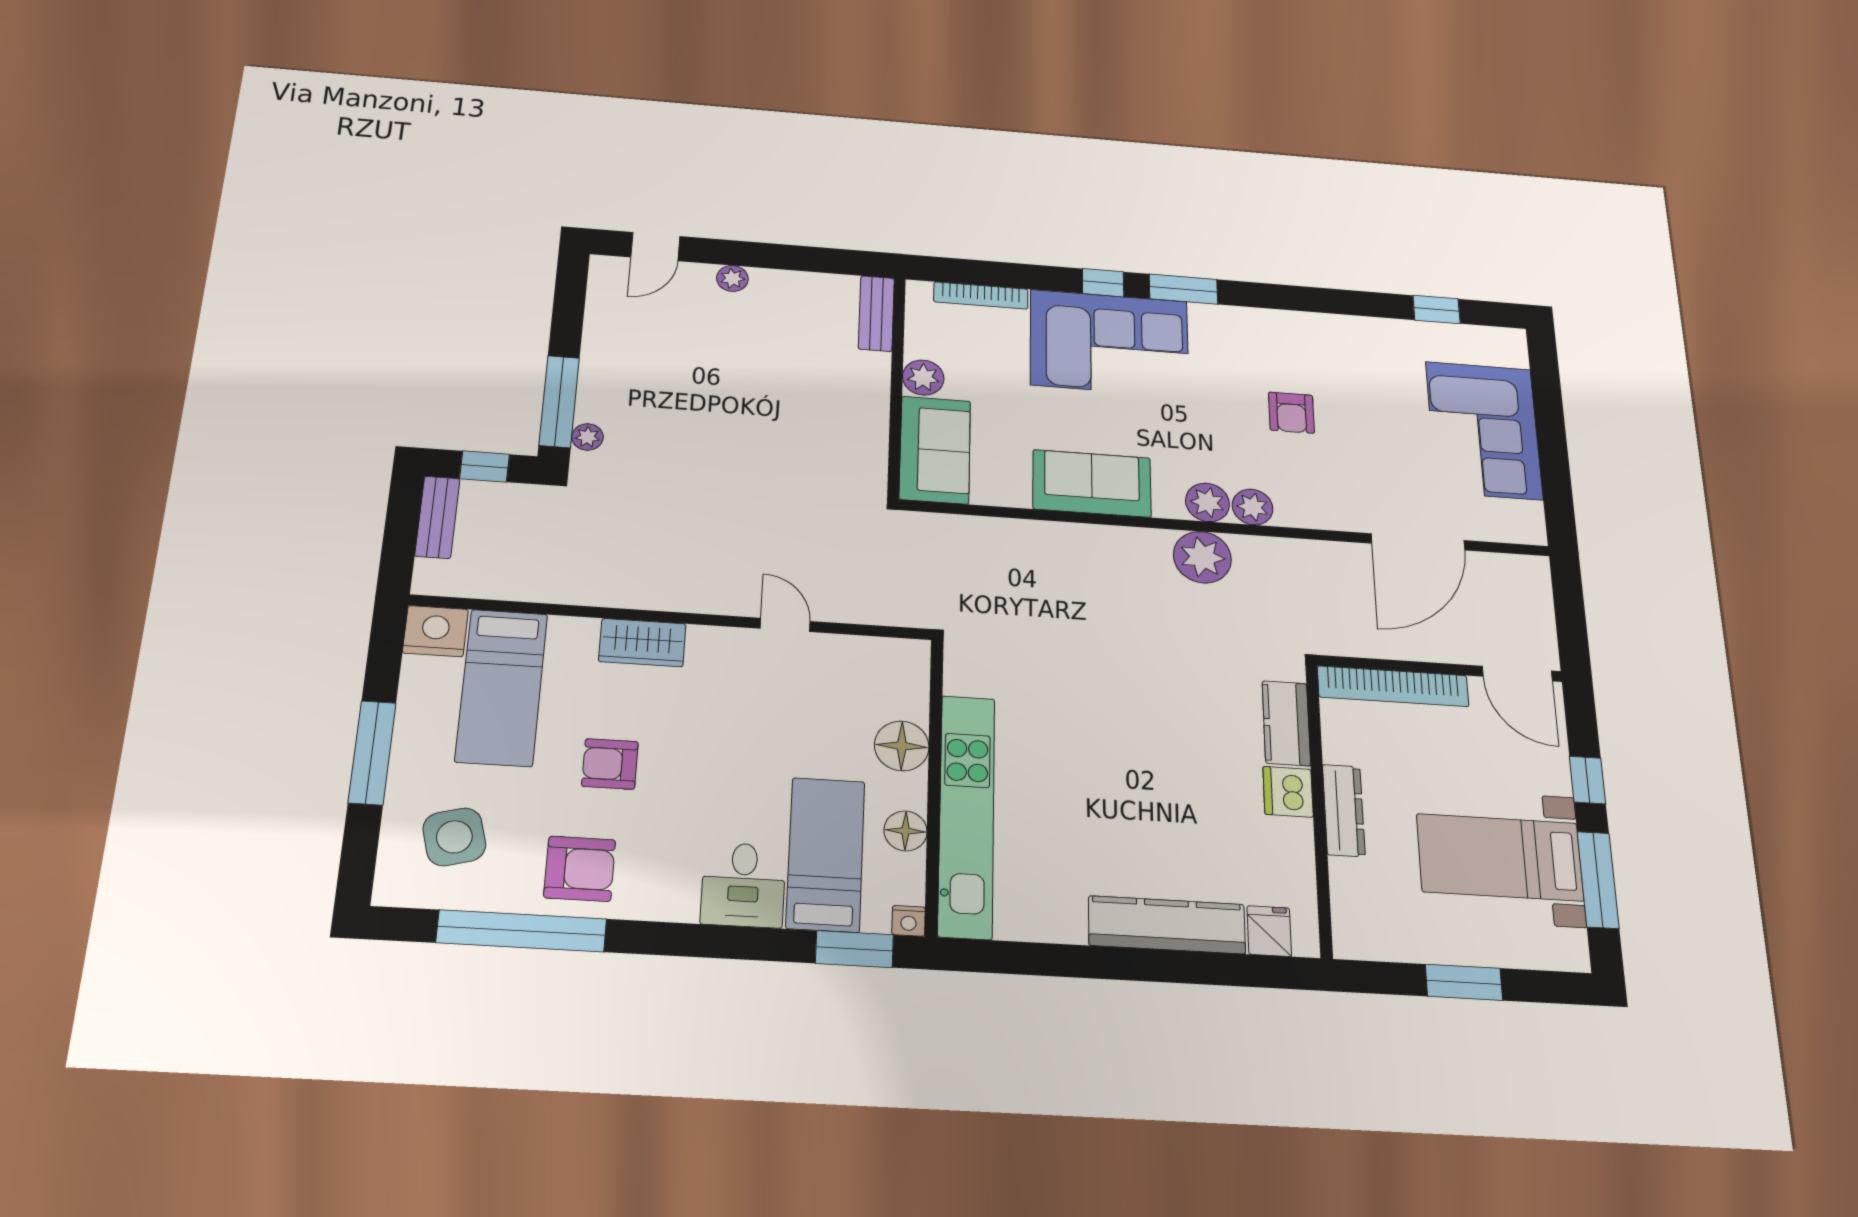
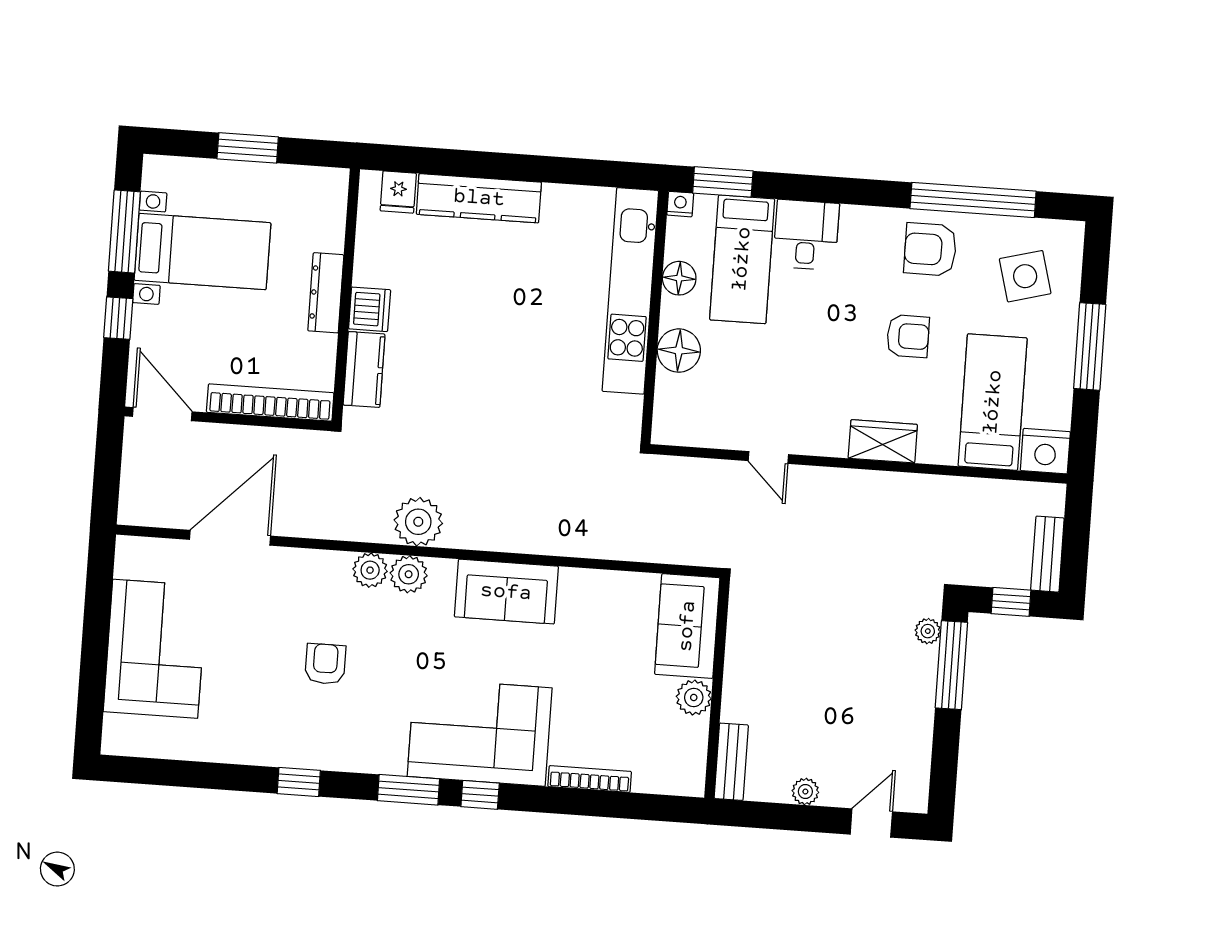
window: (1437, 309) -> (299, 782), moved
bench: (876, 314) -> (731, 762), moved
plant: (923, 378) -> (694, 698), moved
wall: (896, 386) -> (717, 688), moved
sofa: (935, 450) -> (687, 626), moved

